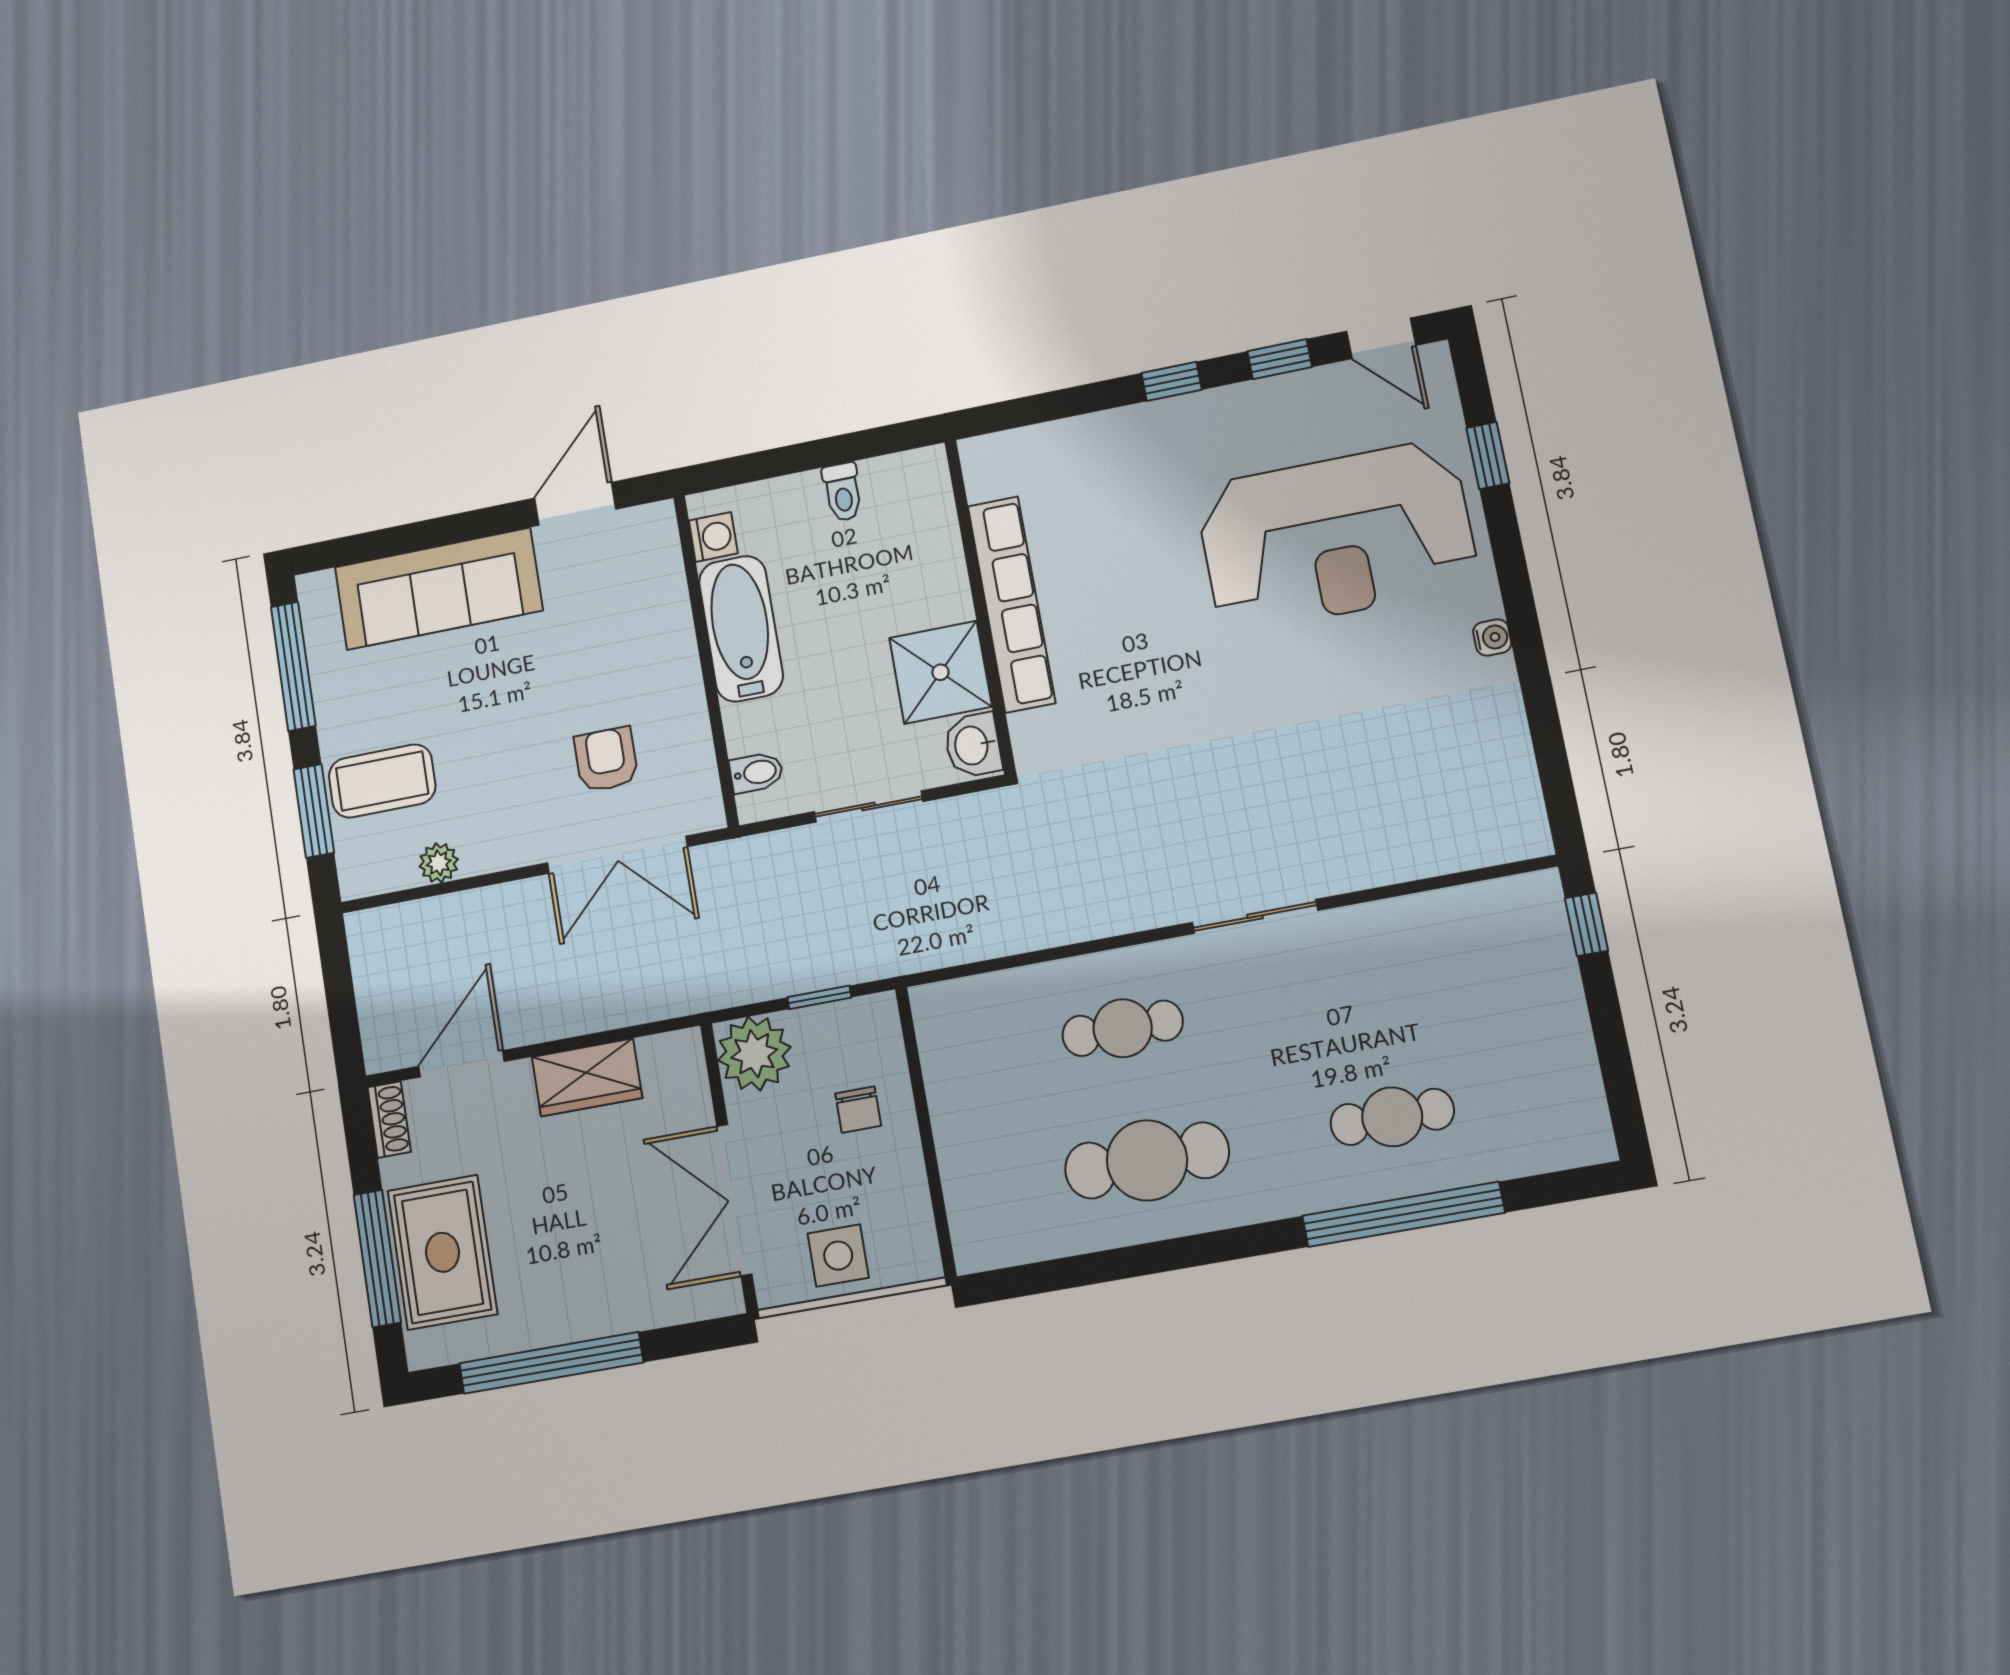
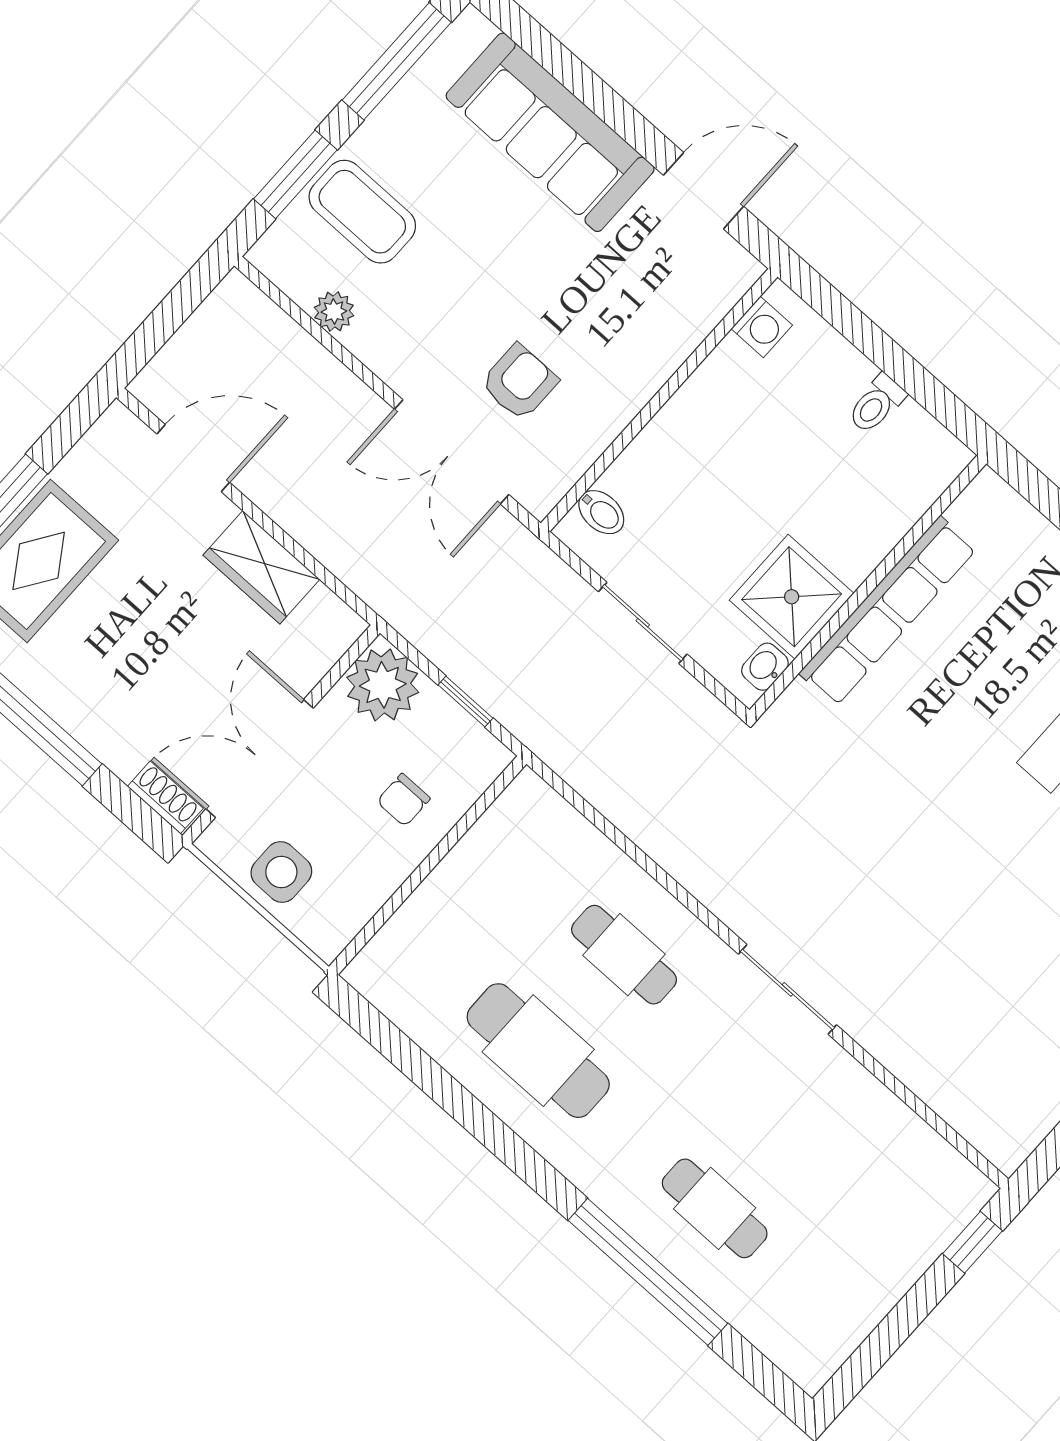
bathtub: (741, 629) -> (705, 408), removed
washbasin: (973, 745) -> (765, 667), width x0.72, depth x0.69
shoe rack: (389, 1120) -> (165, 797), moved, turned -90

